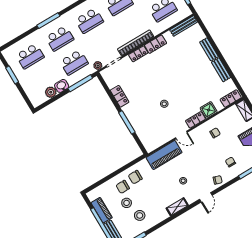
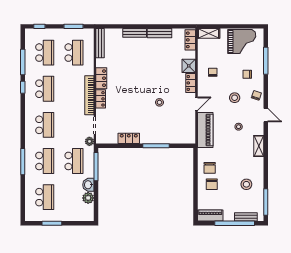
stool: (127, 203) -> (235, 98), moved
piano: (102, 210) -> (210, 216), moved

